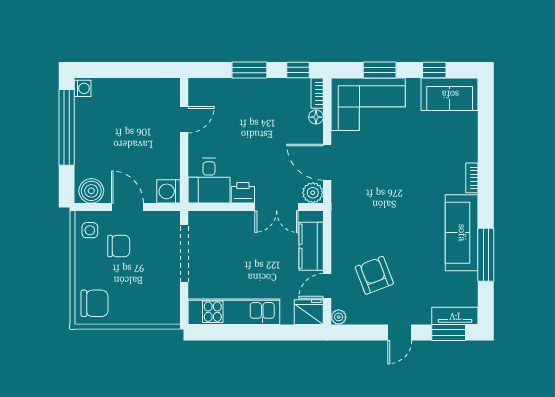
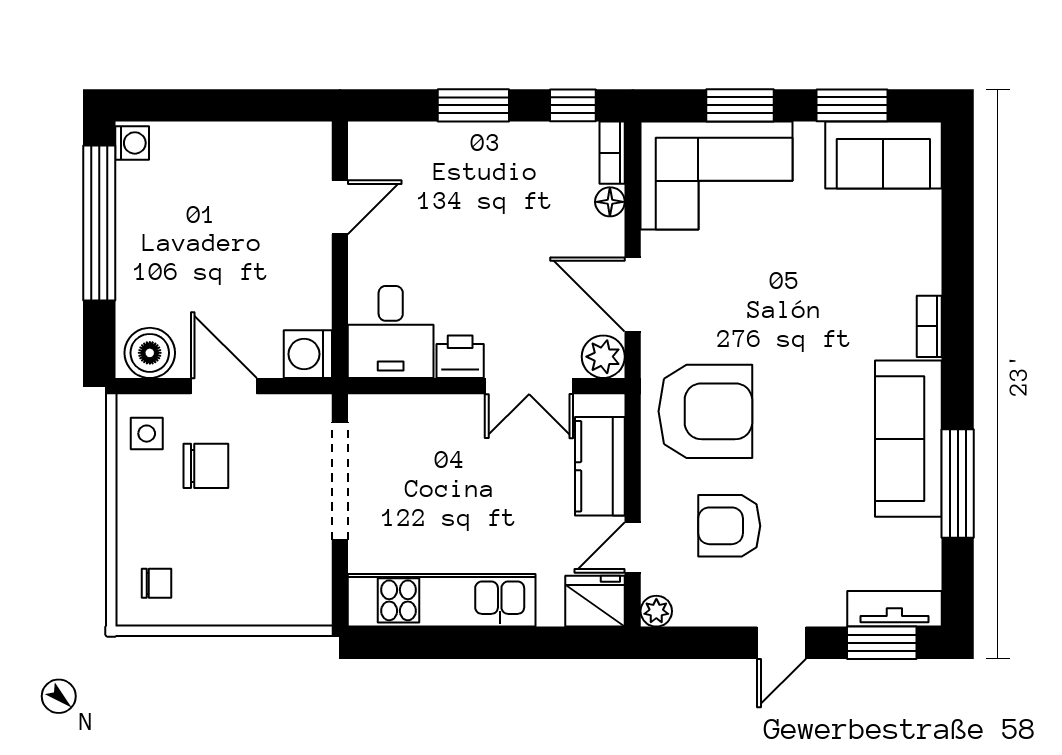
window: (434, 70) -> (852, 105), width x1.50
armchair: (363, 219) -> (705, 411), added
armchair: (374, 275) -> (729, 526), turned -69
chair: (95, 303) -> (157, 583), width x0.54, depth x0.54

